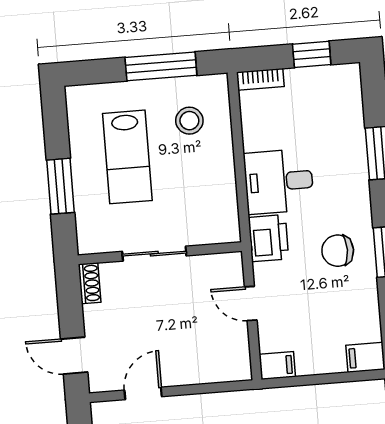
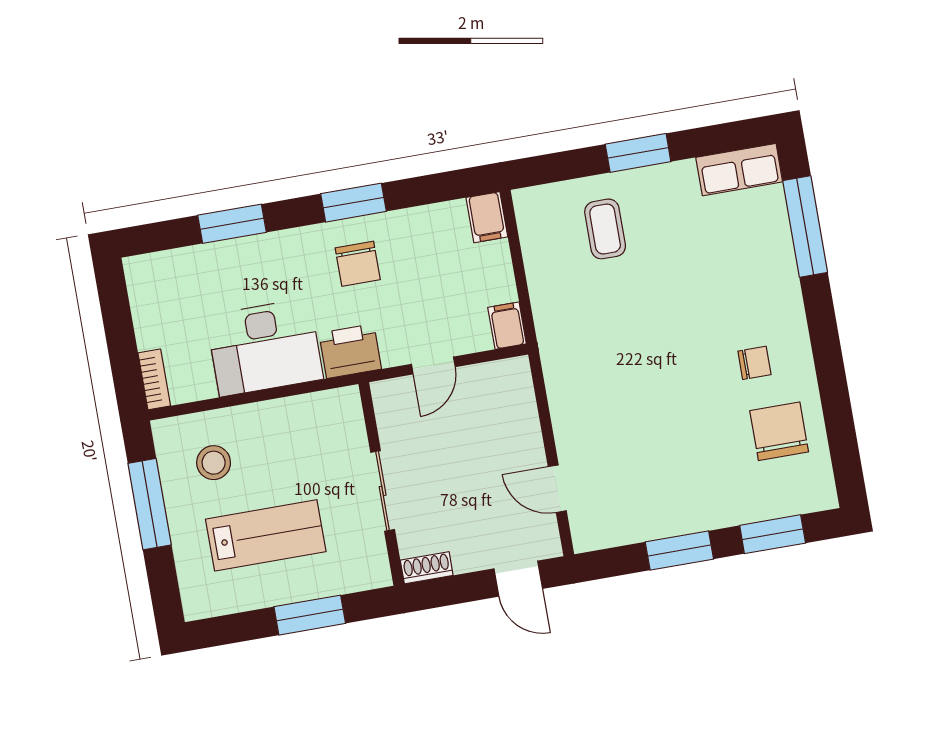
window: (312, 54) -> (117, 319), removed
desk: (279, 181) -> (265, 347), width x1.37
door: (74, 356) -> (518, 579), hinge flipped

